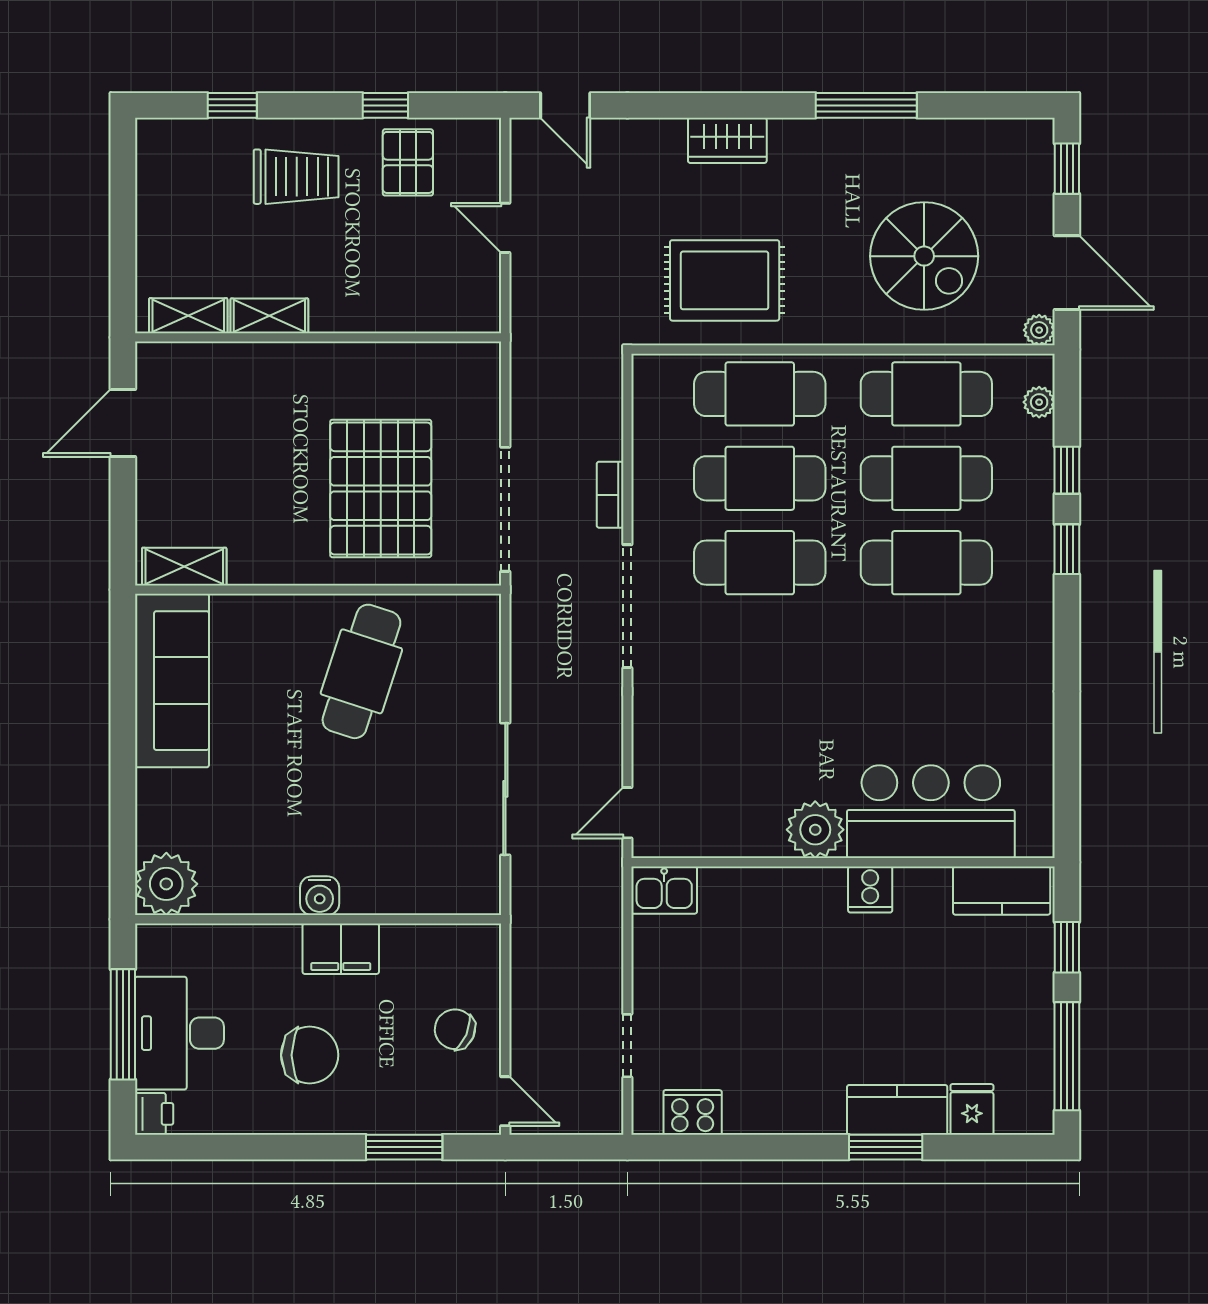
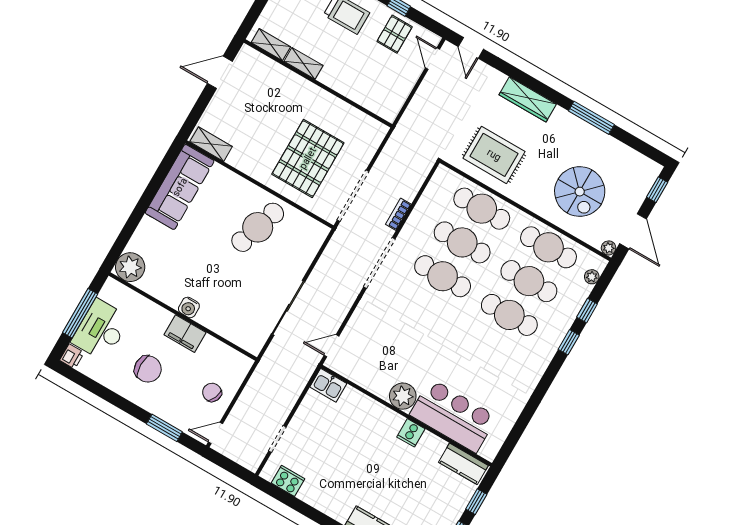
wardrobe: (727, 140) -> (528, 99), width x1.50
door: (505, 228) -> (433, 59), moved
door: (505, 1101) -> (216, 433), swing flipped

